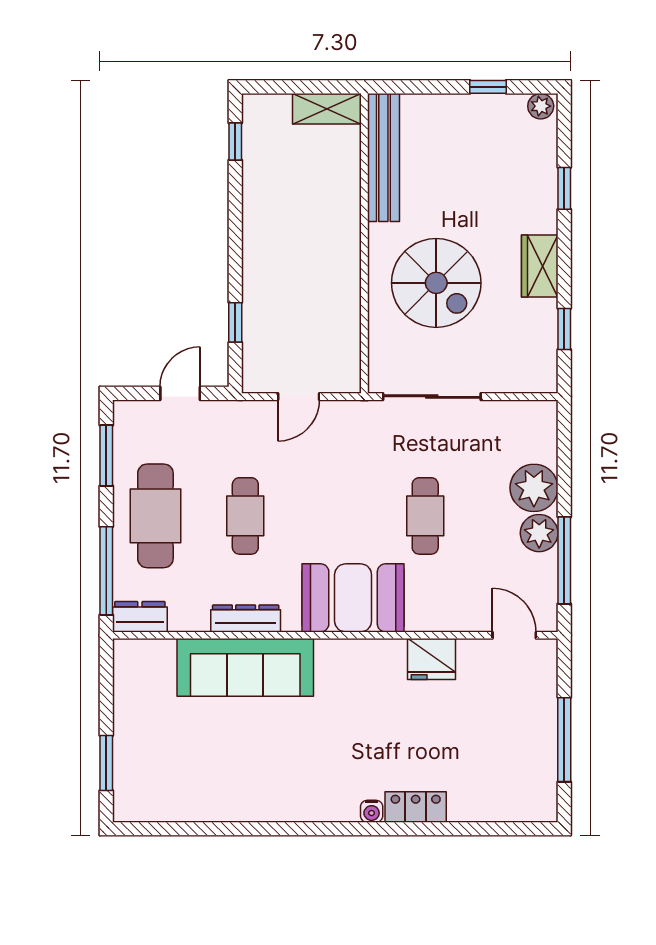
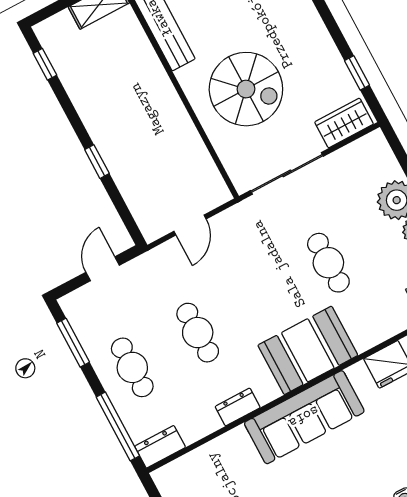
wardrobe: (540, 266) -> (344, 123), moved, turned 90
window: (235, 322) -> (97, 162), moved
cafe table: (155, 516) -> (132, 367), width x0.73, depth x0.74
dresser: (246, 618) -> (238, 407), width x0.70
sofa: (245, 667) -> (304, 417), moved

